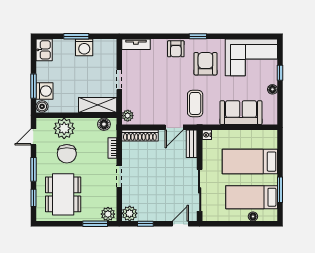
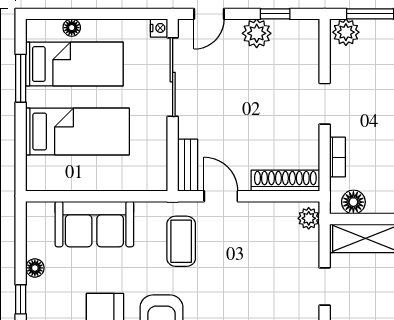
door: (174, 127) -> (221, 196), hinge flipped
nightstand: (207, 135) -> (159, 28), moved
plant: (130, 213) -> (257, 33), moved

